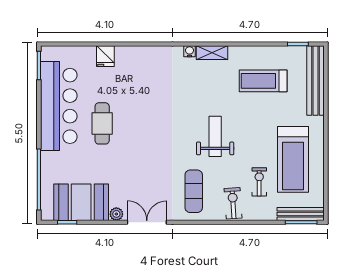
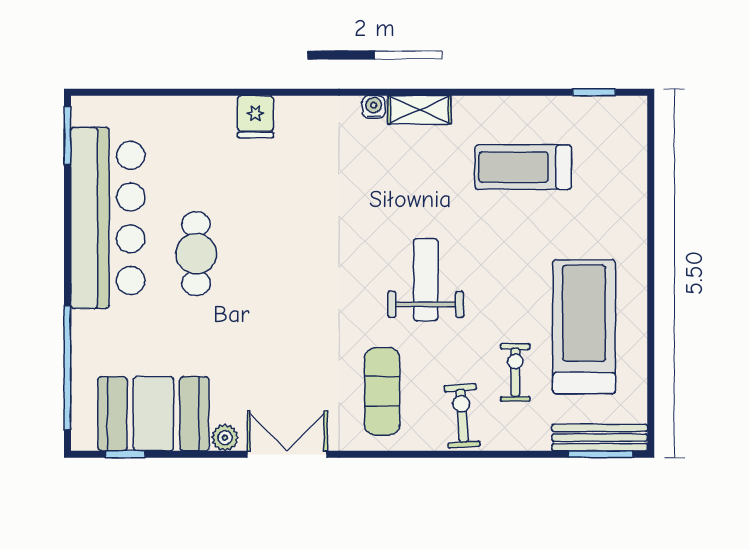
fridge: (105, 56) -> (256, 117), moved
bench: (316, 81) -> (630, 166), removed
treadmill: (293, 159) -> (584, 327), turned 180

